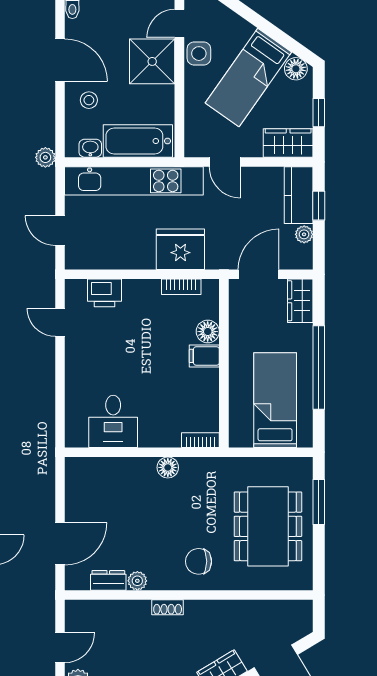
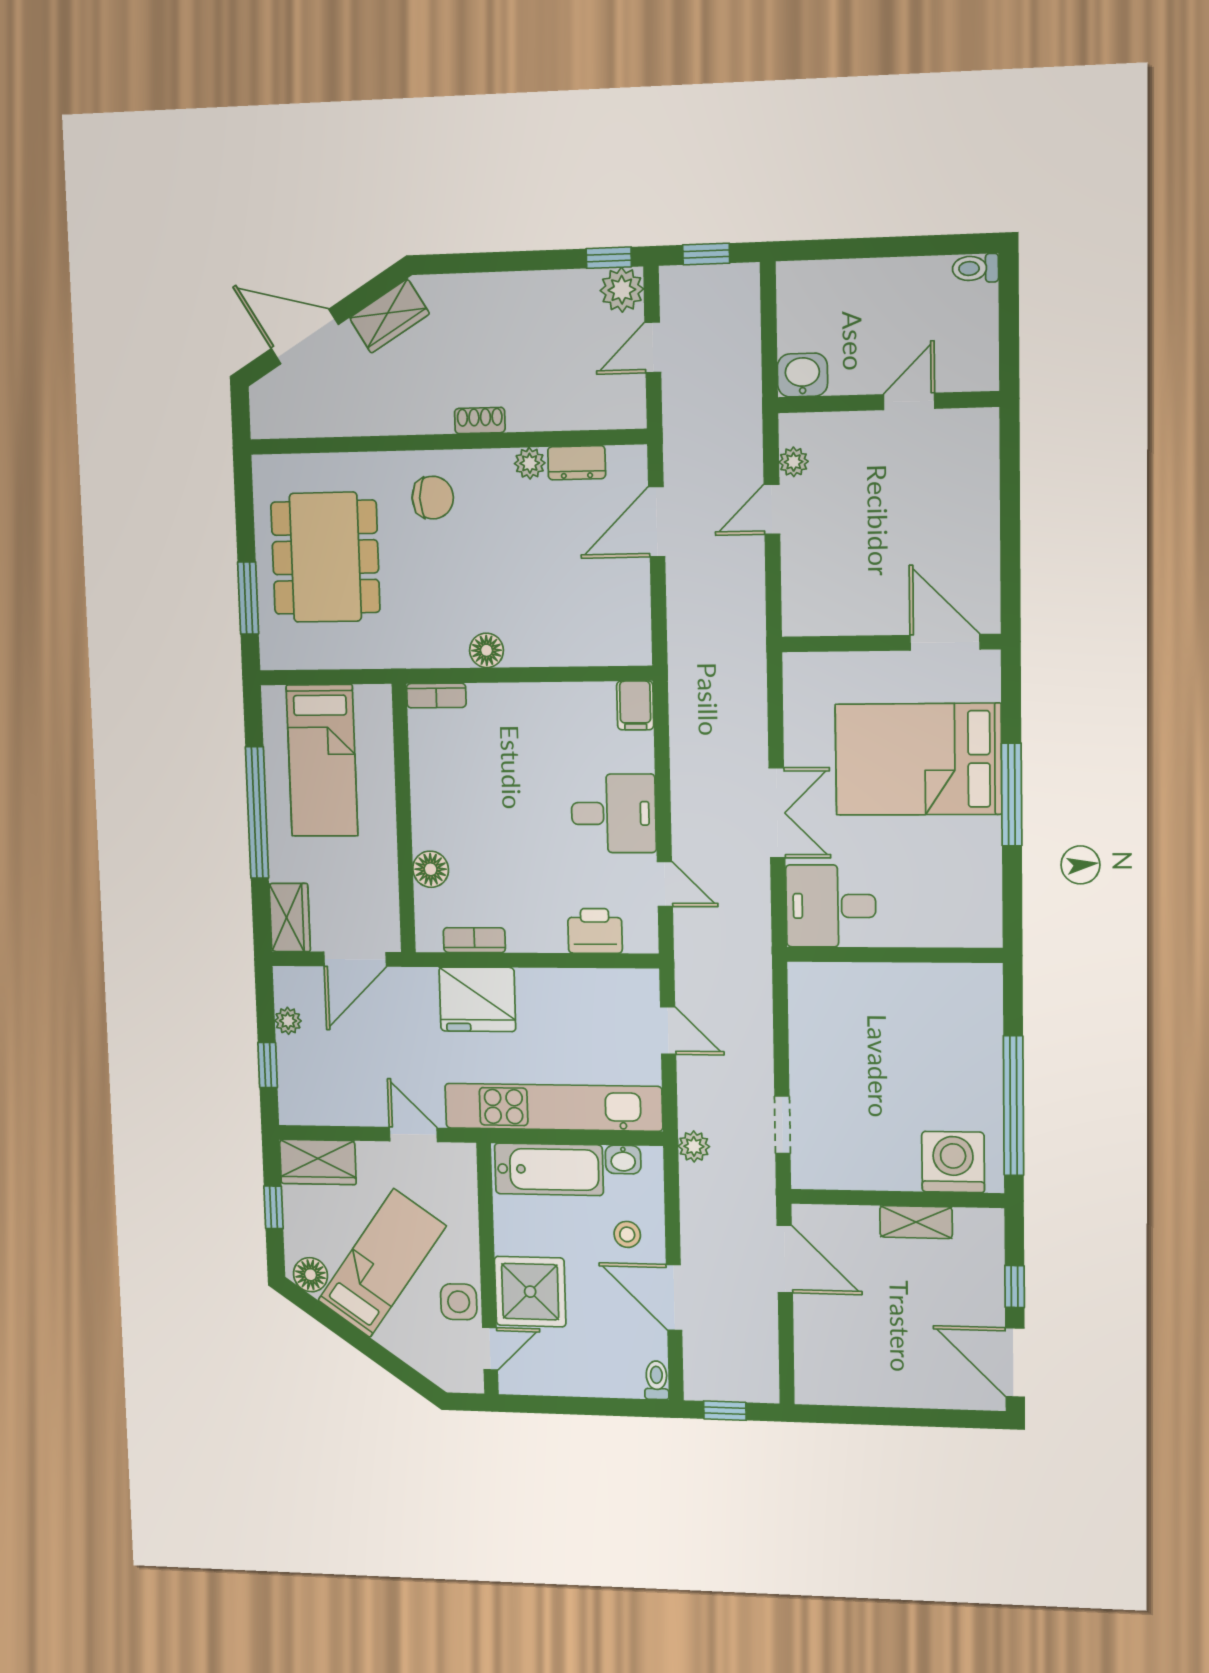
kitchen counter: (299, 195) -> (299, 1082), removed
filing cabinet: (204, 356) -> (635, 705), moved, turned 90
desk: (113, 421) -> (614, 813), moved, turned 90

